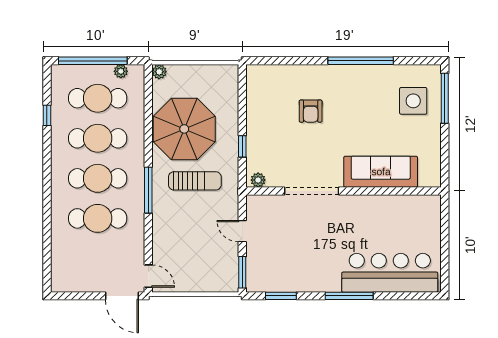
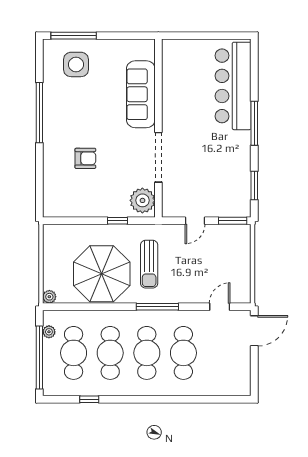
plant: (258, 180) -> (142, 200), width x1.87, depth x1.87
sun lounger: (195, 181) -> (149, 264), turned 180
door: (148, 276) -> (220, 307), moved

